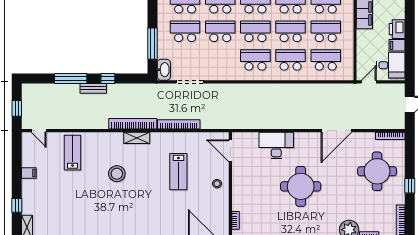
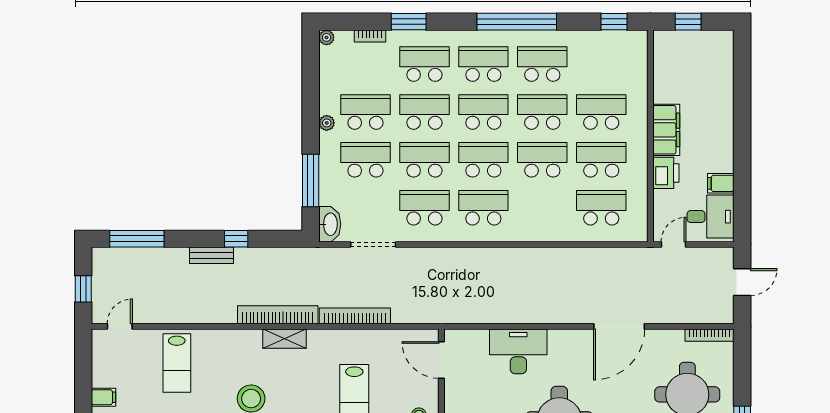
plant: (162, 9) -> (327, 123), added
printer: (397, 29) -> (666, 173), moved, turned 180
school desk: (291, 60) -> (424, 208), moved
window: (71, 78) -> (137, 239), moved
door: (39, 131) -> (120, 326), swing flipped
lab bench: (73, 153) -> (177, 363), turned 180

